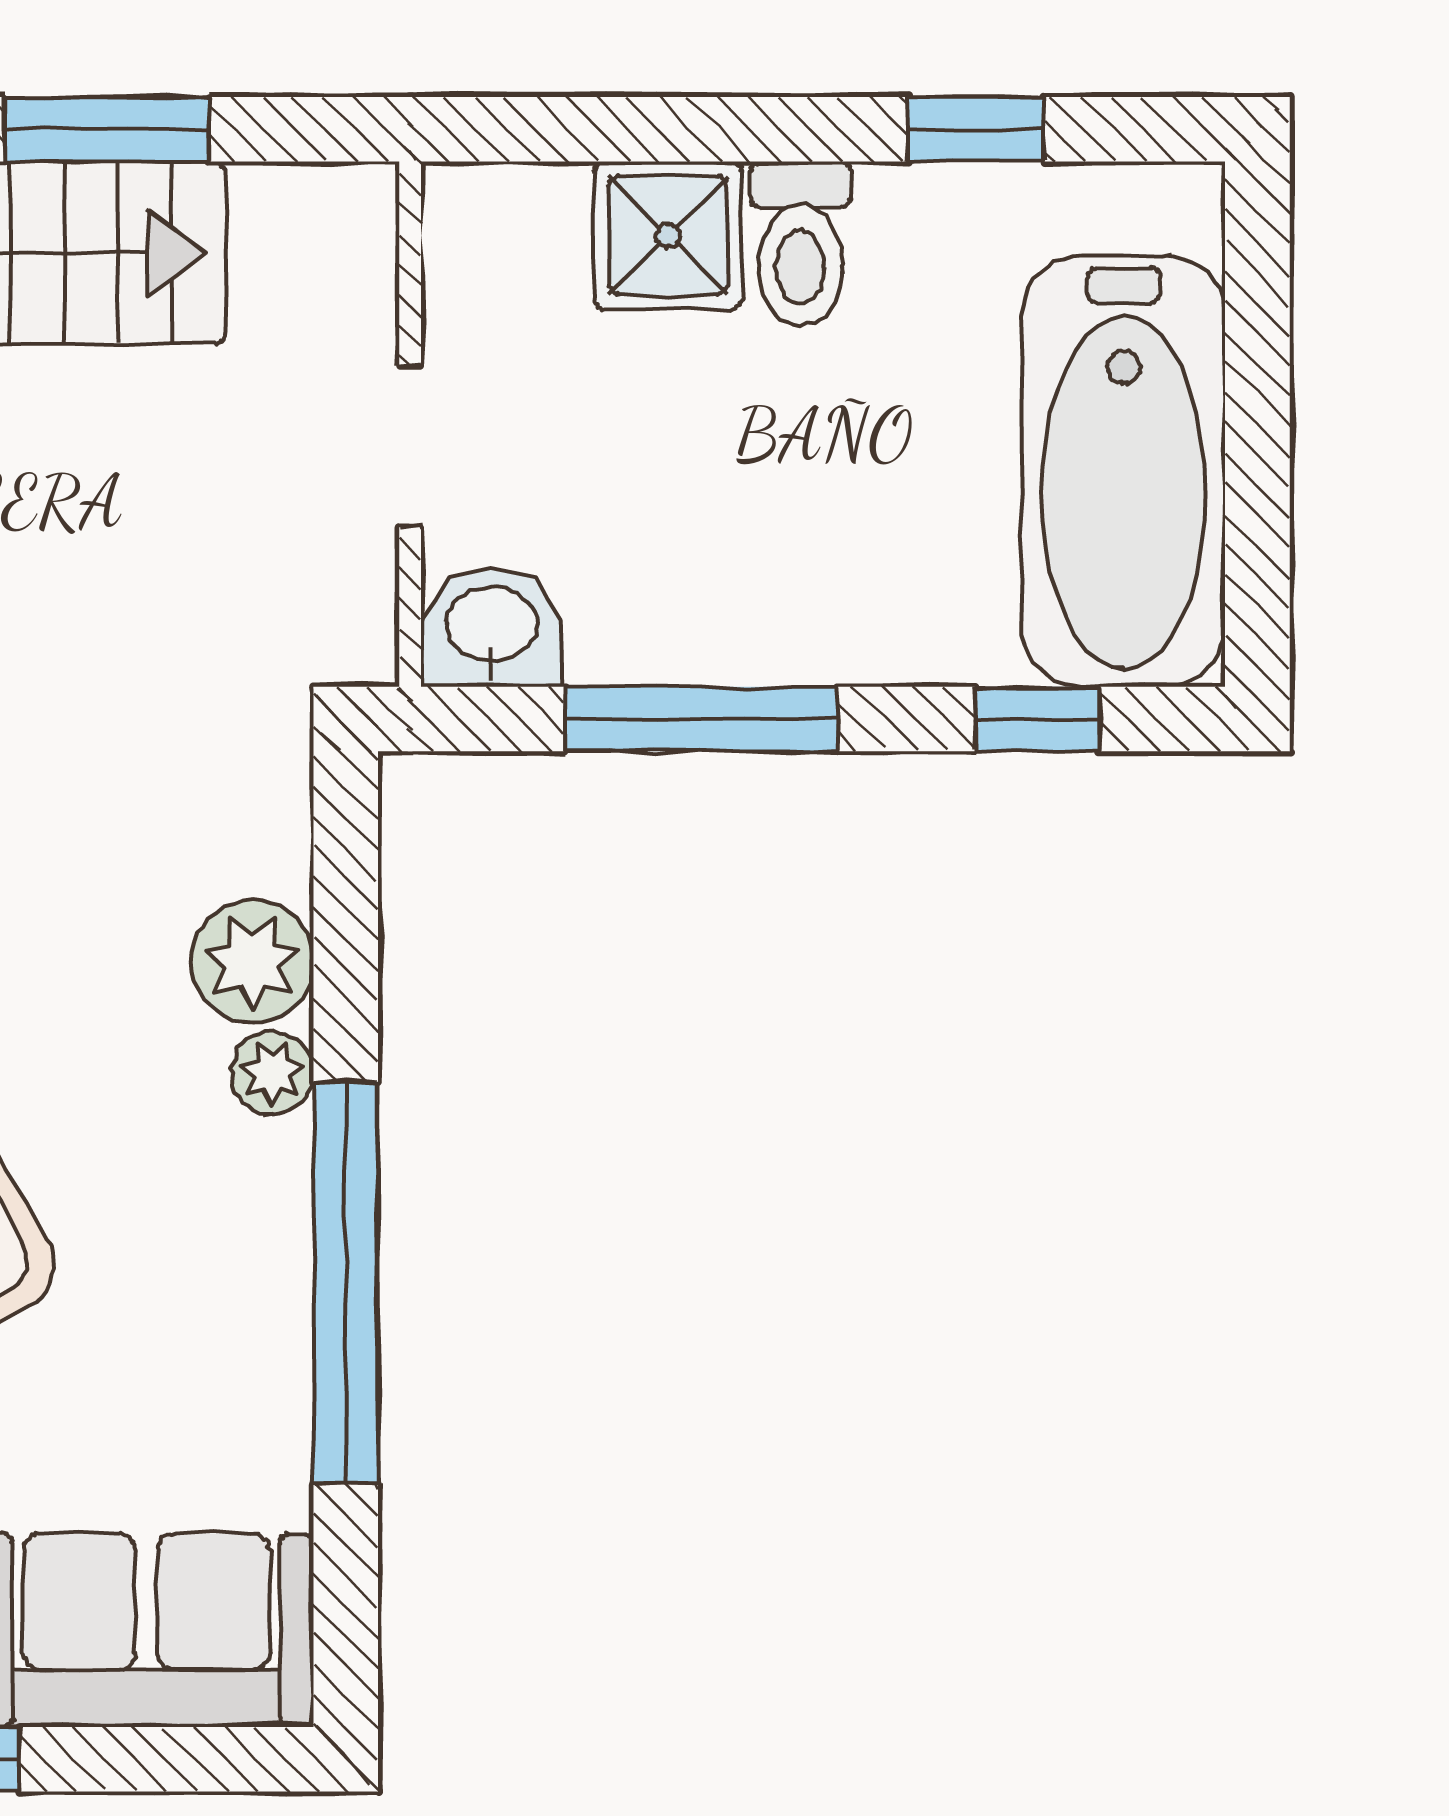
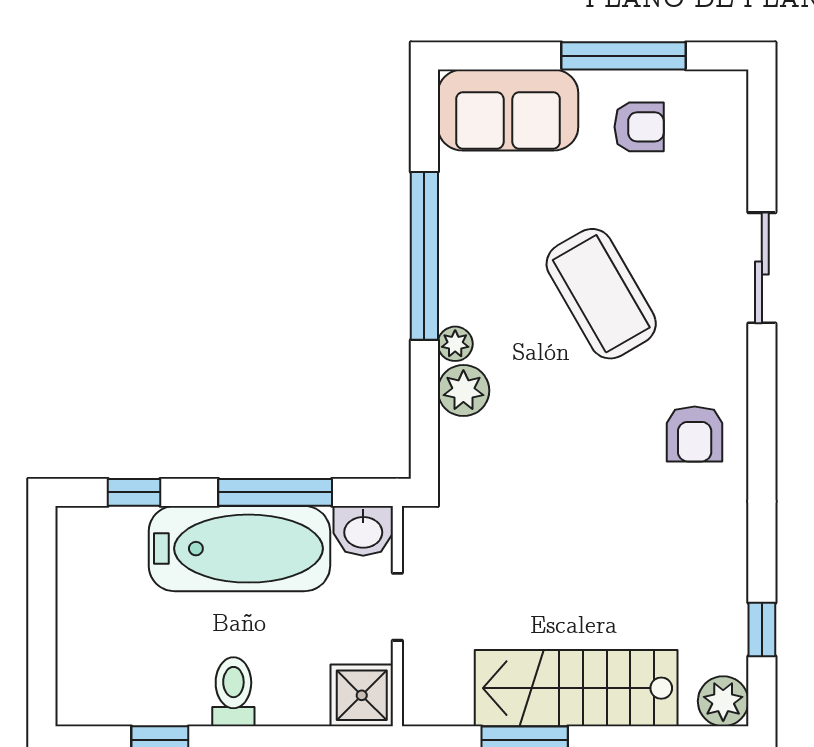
shower: (668, 235) -> (362, 695), moved
bathtub: (1123, 471) -> (239, 549), moved, turned 90

